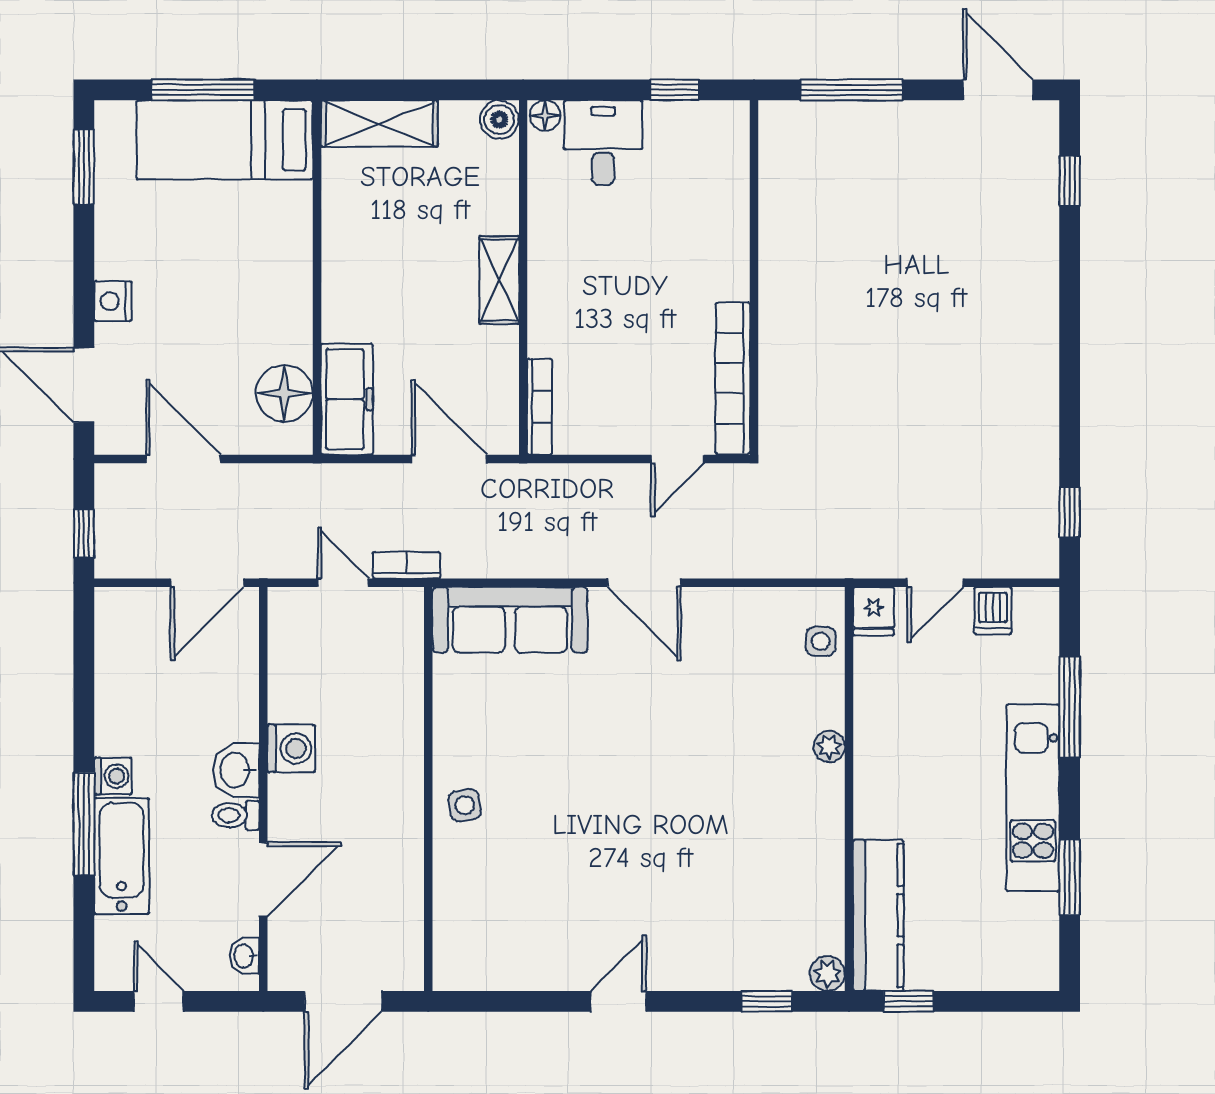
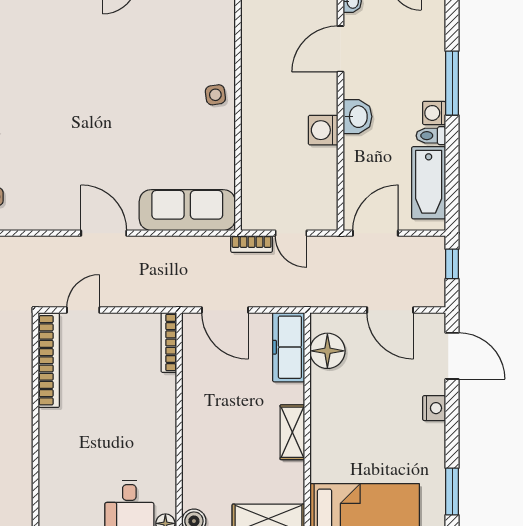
shelving: (499, 280) -> (292, 432), moved
toilet: (236, 815) -> (431, 136), moved, turned 180
bathtub: (122, 856) -> (429, 183), moved

